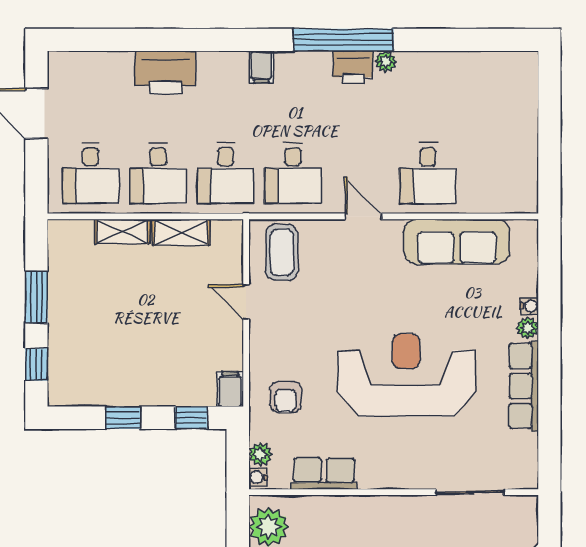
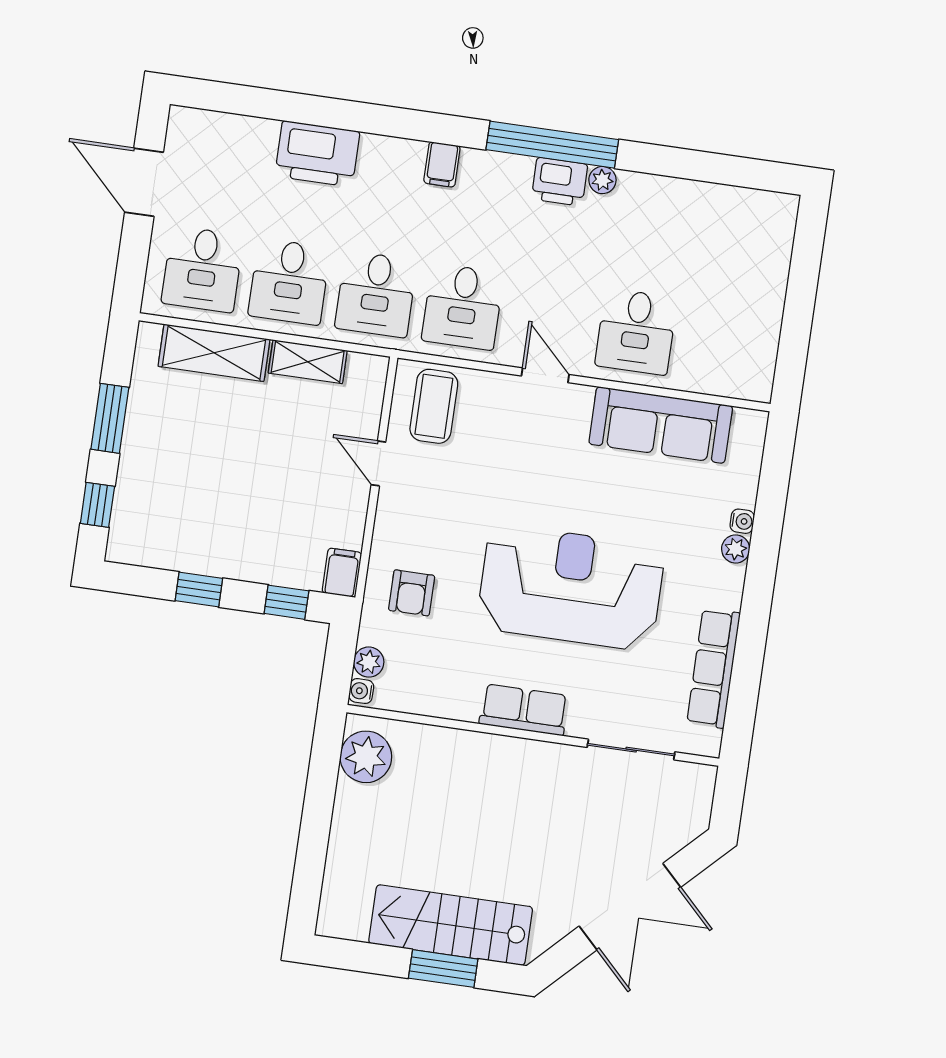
shelving: (122, 232) -> (214, 353), width x1.50, depth x1.33
row of seats: (524, 386) -> (714, 668), moved
row of seats: (324, 474) -> (524, 710), moved

